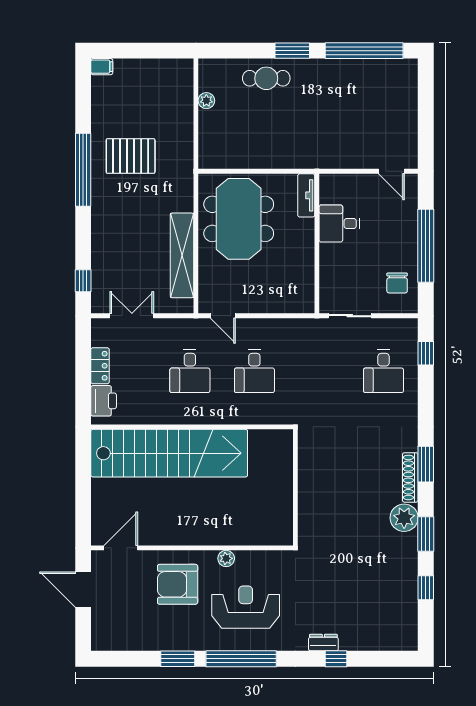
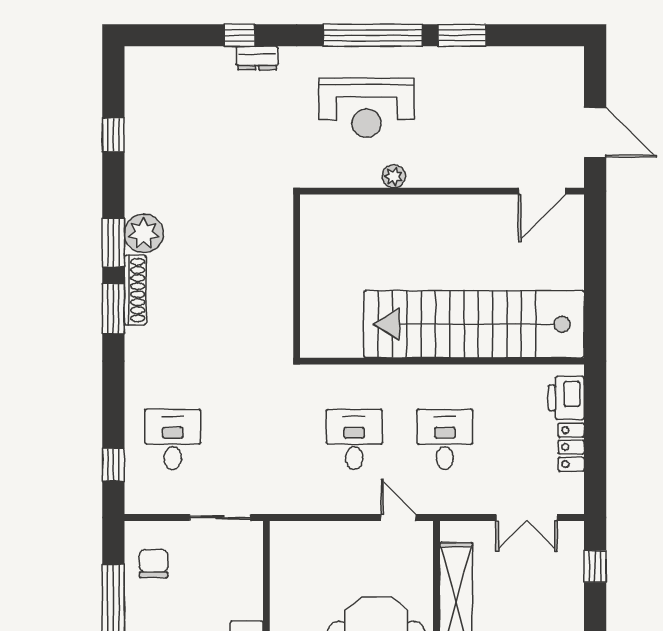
window: (426, 534) -> (113, 242), moved
armchair: (178, 584) -> (462, 140), removed

